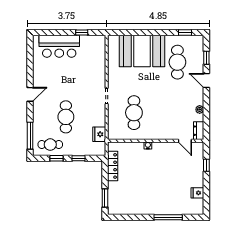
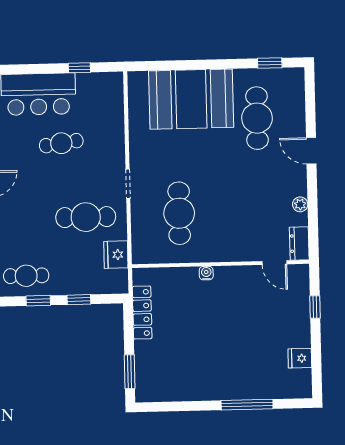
window: (206, 58) -> (310, 109), removed
cafe table: (71, 73) -> (61, 143), added
cafe table: (66, 117) -> (86, 217), moved, turned 90

